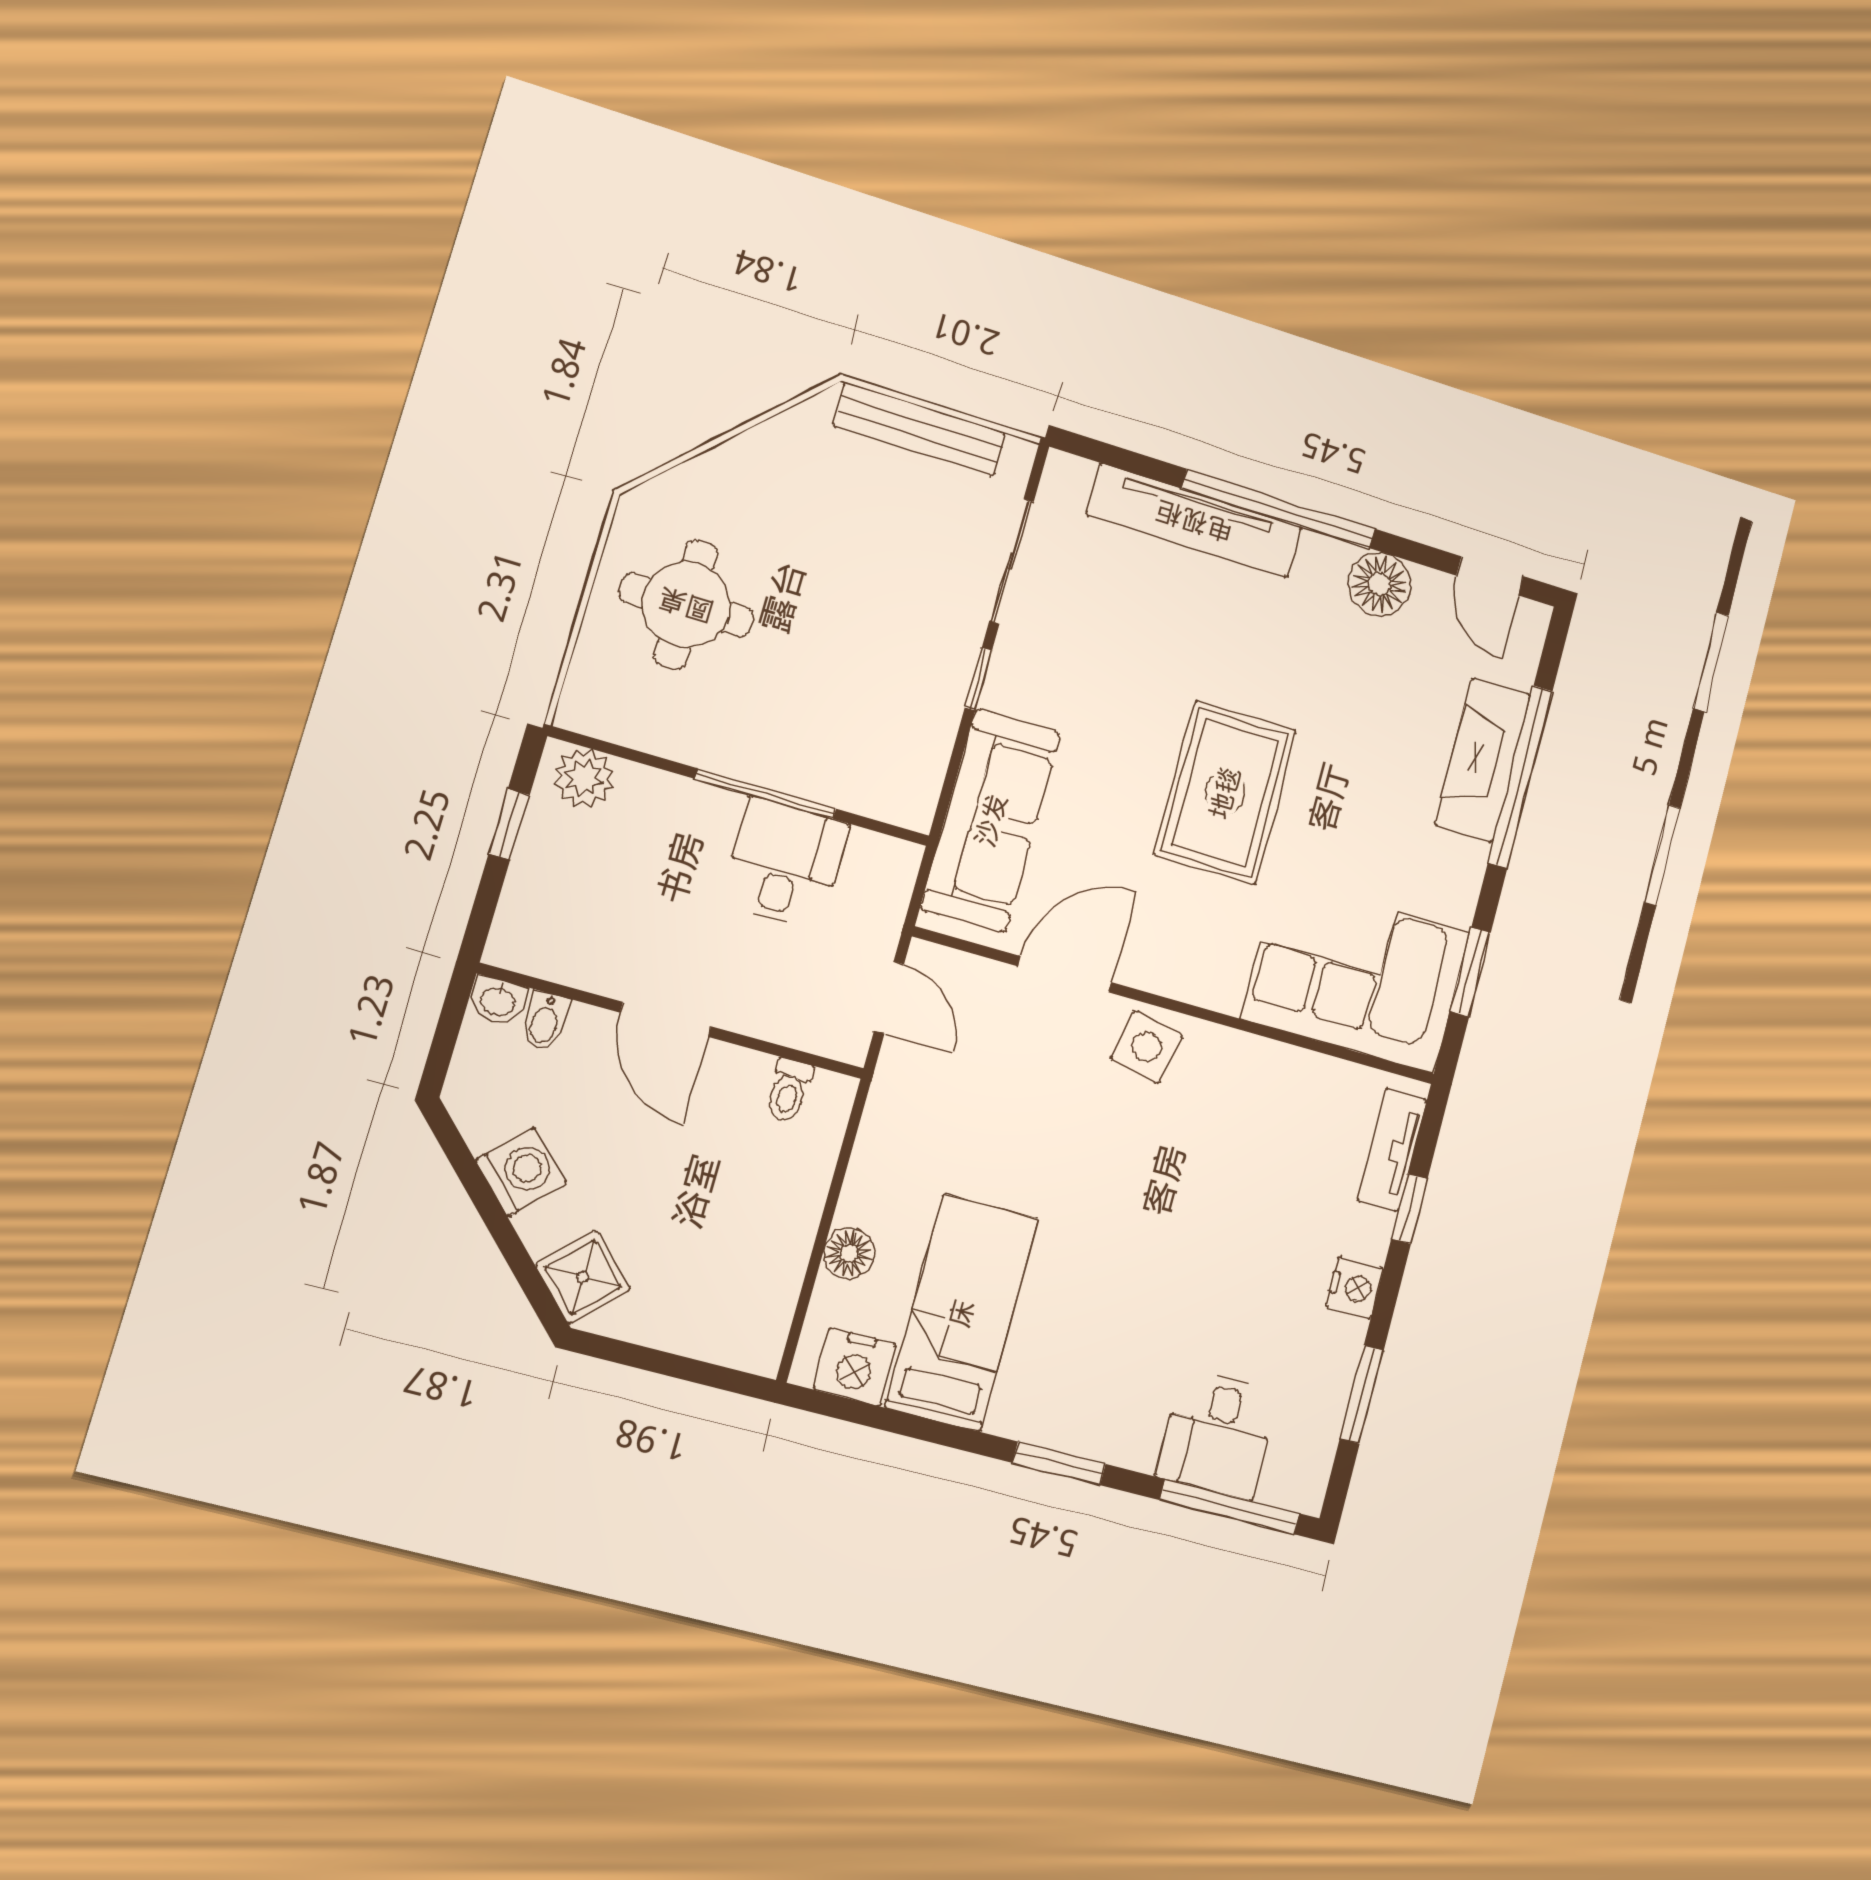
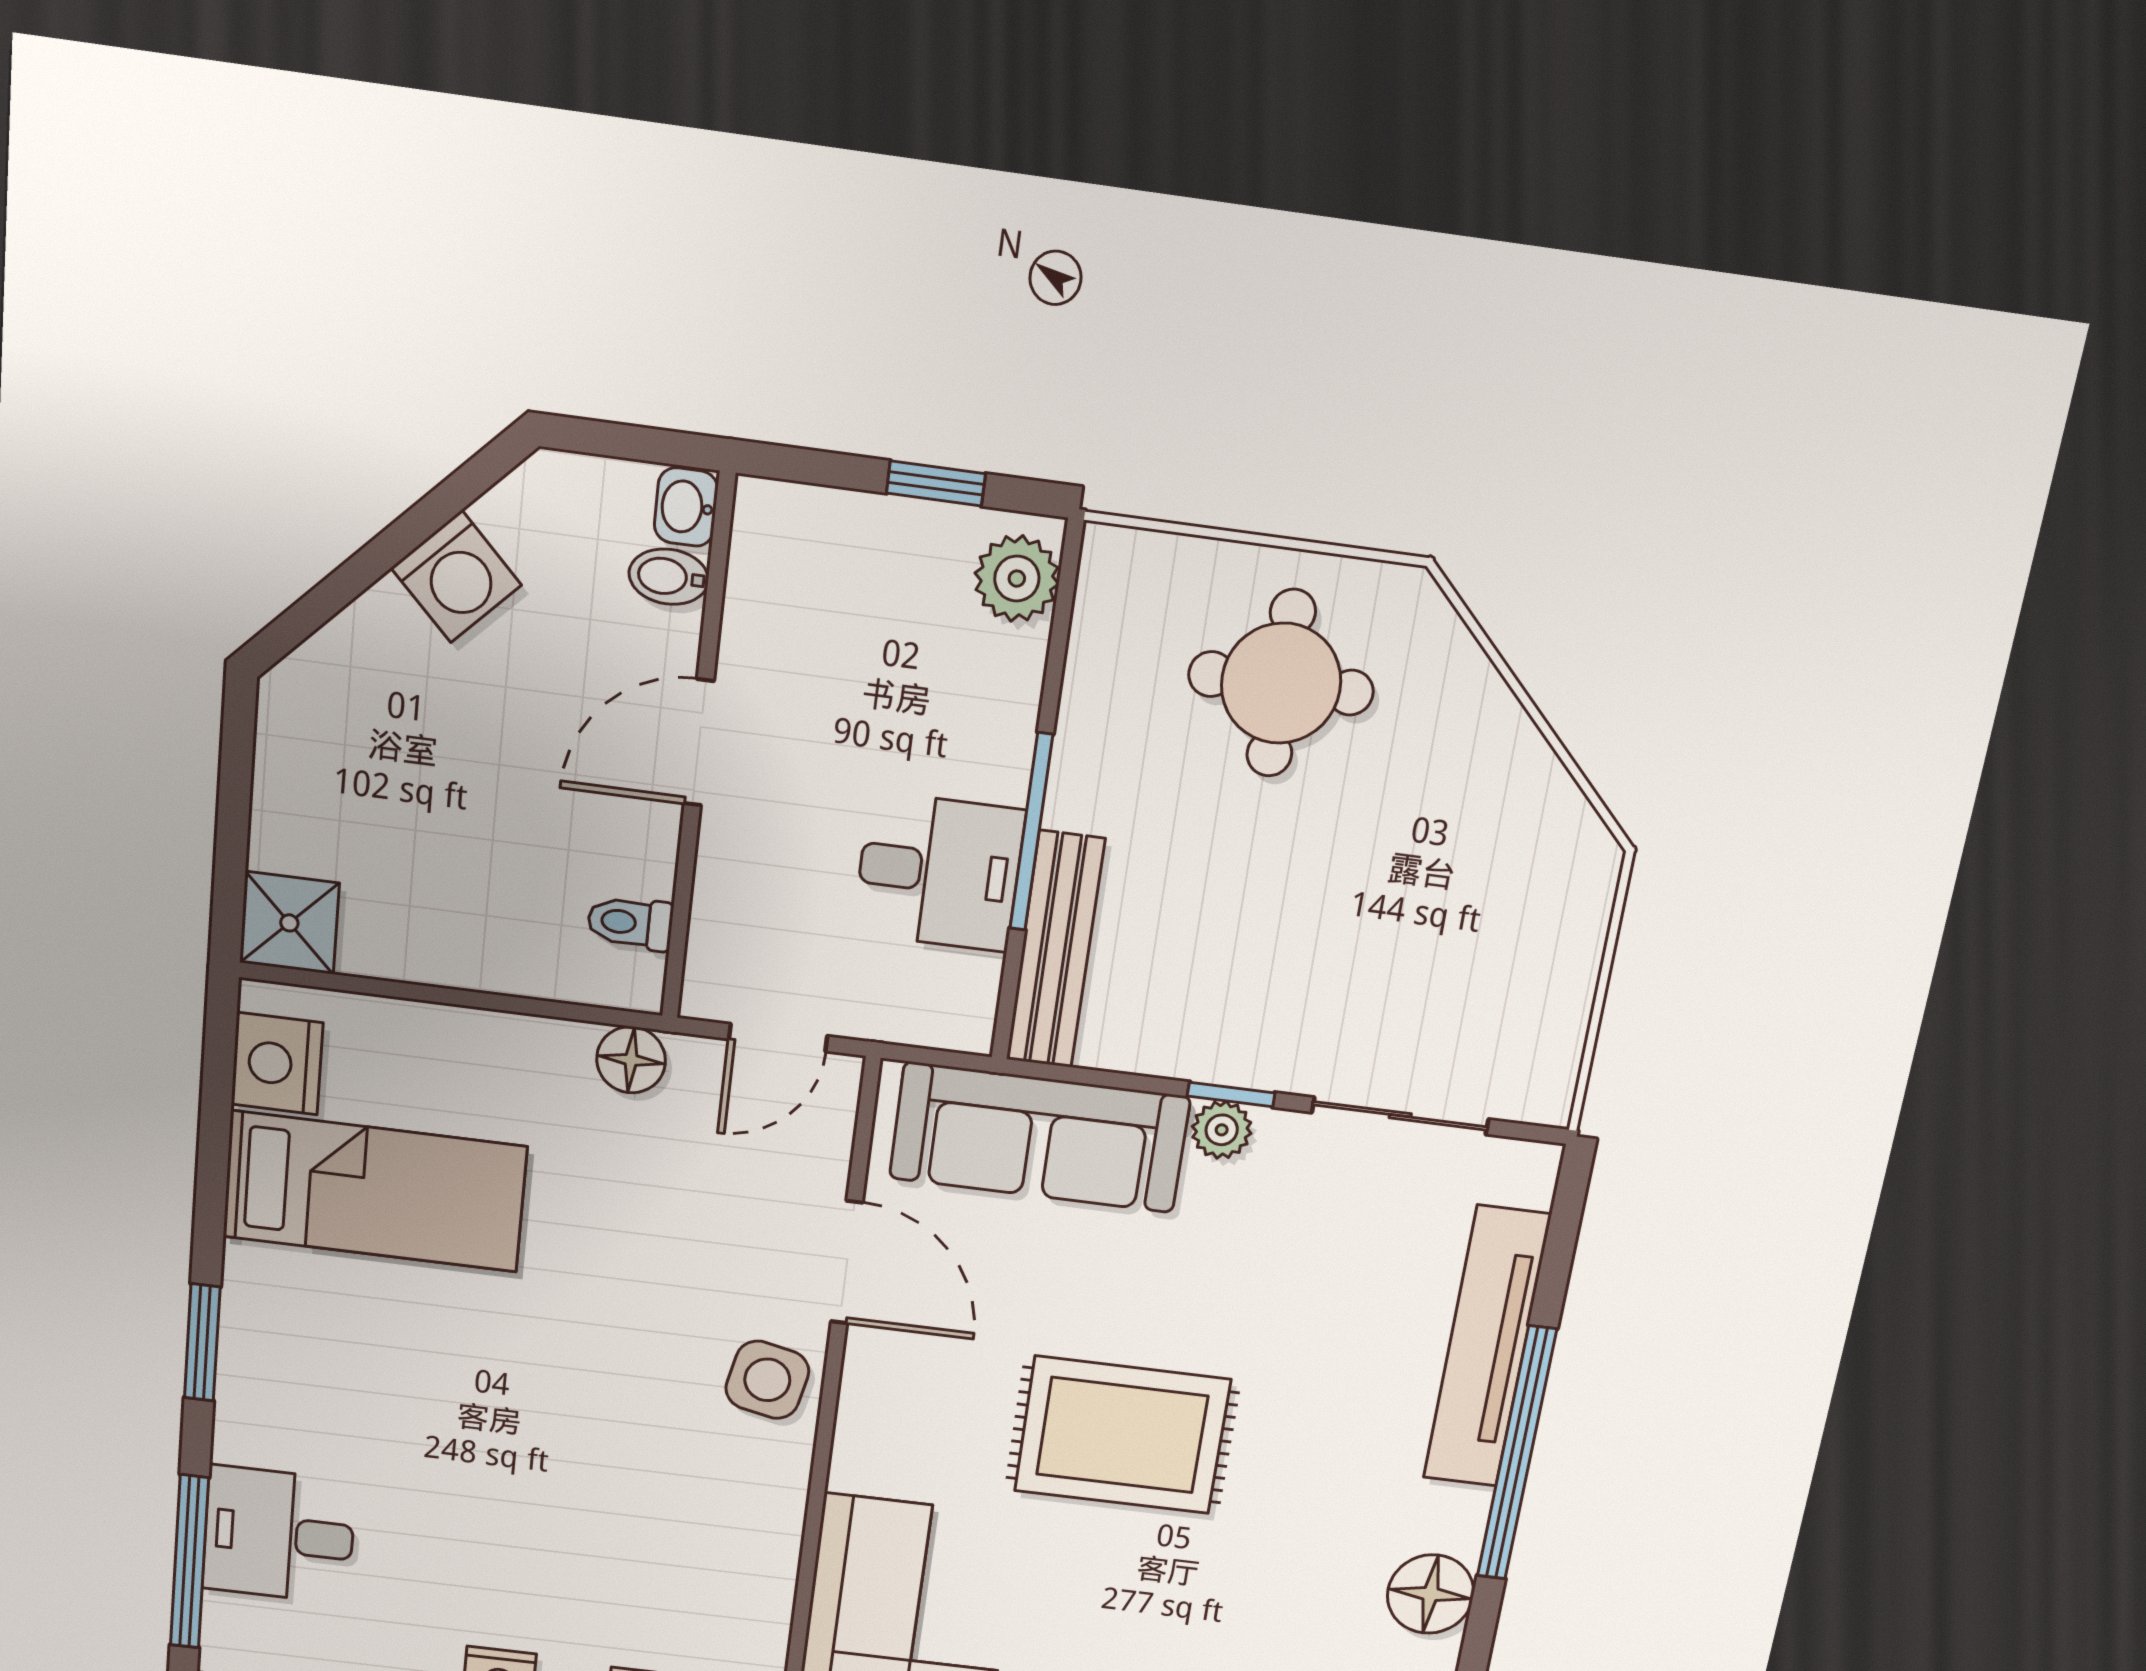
bench: (919, 429) -> (1055, 950), moved
plant: (1004, 689) -> (1222, 1130), added
floor lamp: (849, 1253) -> (631, 1060), moved
shower: (583, 1277) -> (289, 923), moved, turned 45

